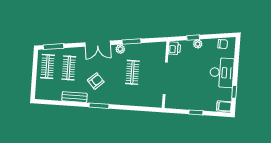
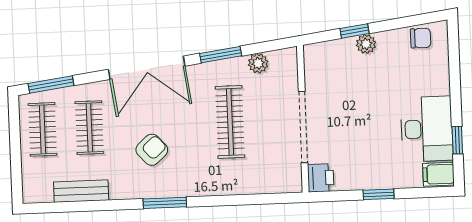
double door: (98, 44) -> (147, 68), width x1.37
printer: (174, 48) -> (321, 178), moved
plant: (120, 49) -> (258, 63), moved
clothes rail: (132, 72) -> (230, 122), width x1.36
desk: (222, 73) -> (427, 129), moved
bench: (74, 97) -> (81, 191), moved

